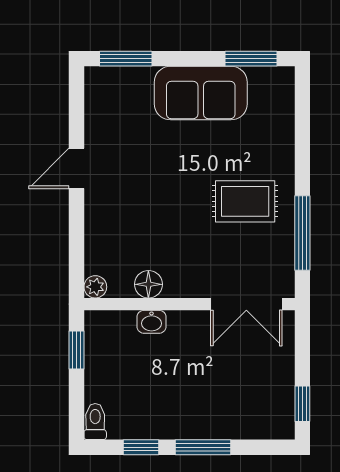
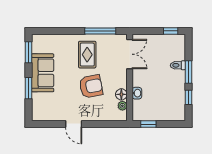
window: (126, 59) -> (28, 88), moved
armchair: (168, 210) -> (91, 86), added
plant: (95, 287) -> (122, 106), moved
toilet: (95, 422) -> (178, 65), moved

